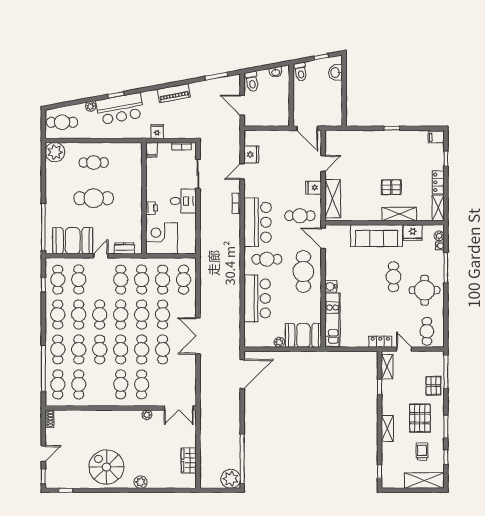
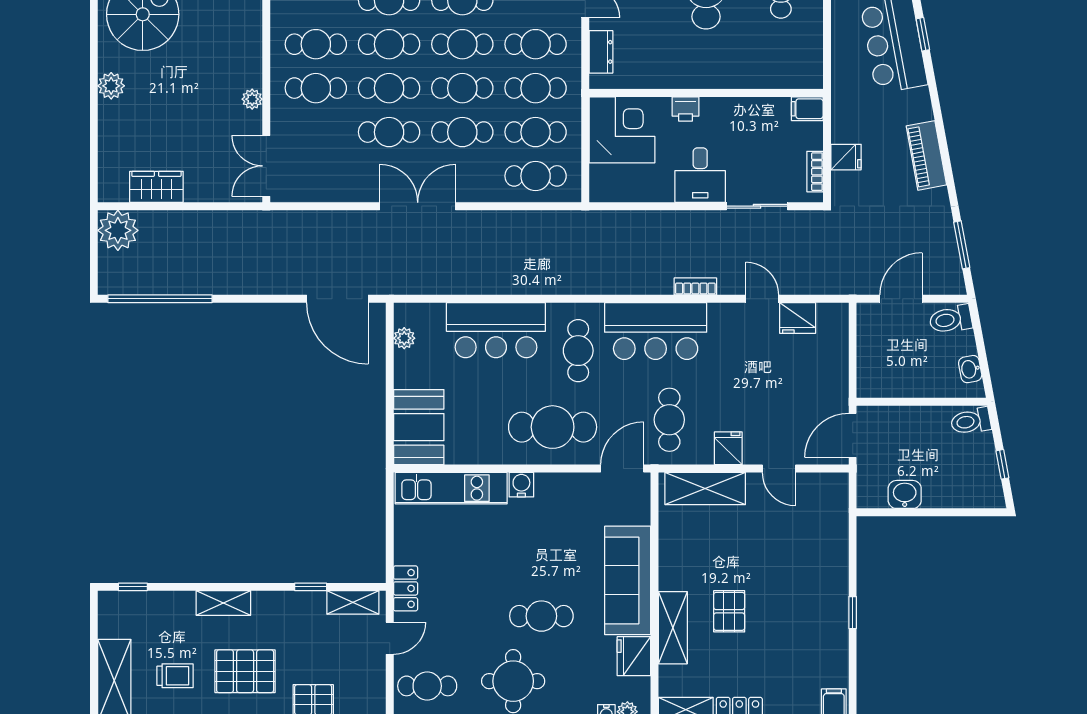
washbasin: (335, 73) -> (905, 494), moved
fridge: (157, 131) -> (846, 157), moved
plant: (279, 342) -> (404, 338), moved
plant: (231, 479) -> (118, 230), moved

